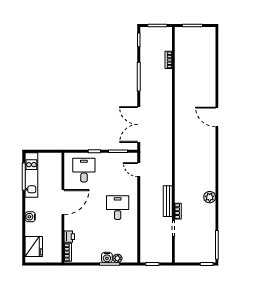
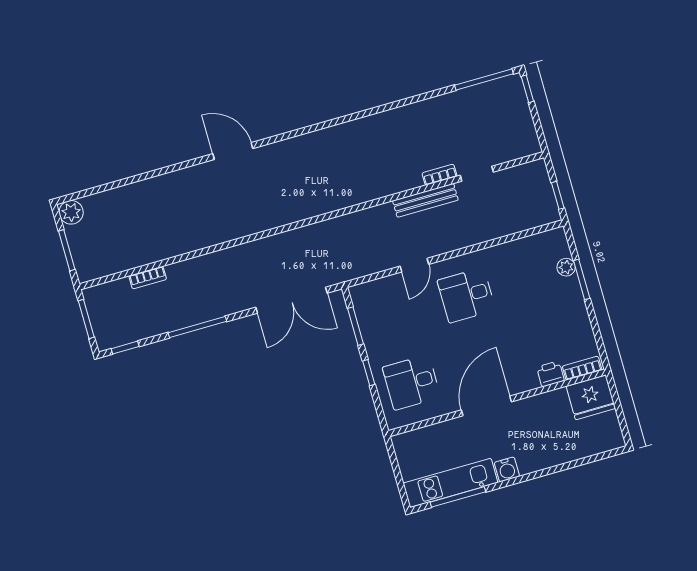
door: (217, 117) -> (233, 151), swing flipped
door: (139, 170) -> (414, 265), moved
plant: (210, 197) -> (71, 212), moved
door: (63, 202) -> (486, 406), hinge flipped
water cooler: (30, 217) -> (507, 469), moved
fridge: (34, 247) -> (591, 397), moved, turned 180
water cooler: (107, 257) -> (570, 288), removed

